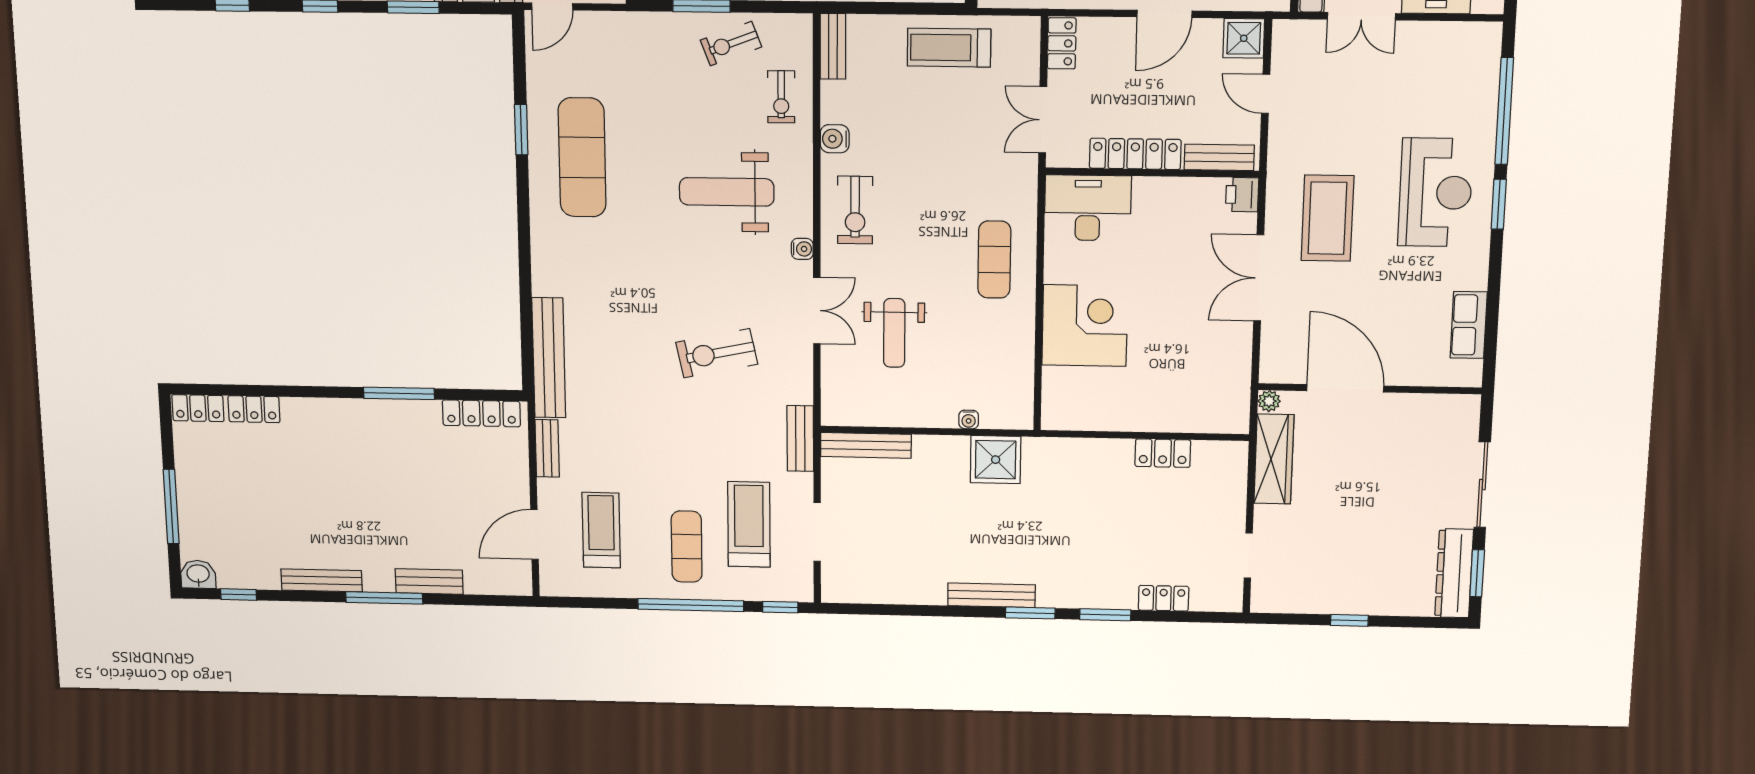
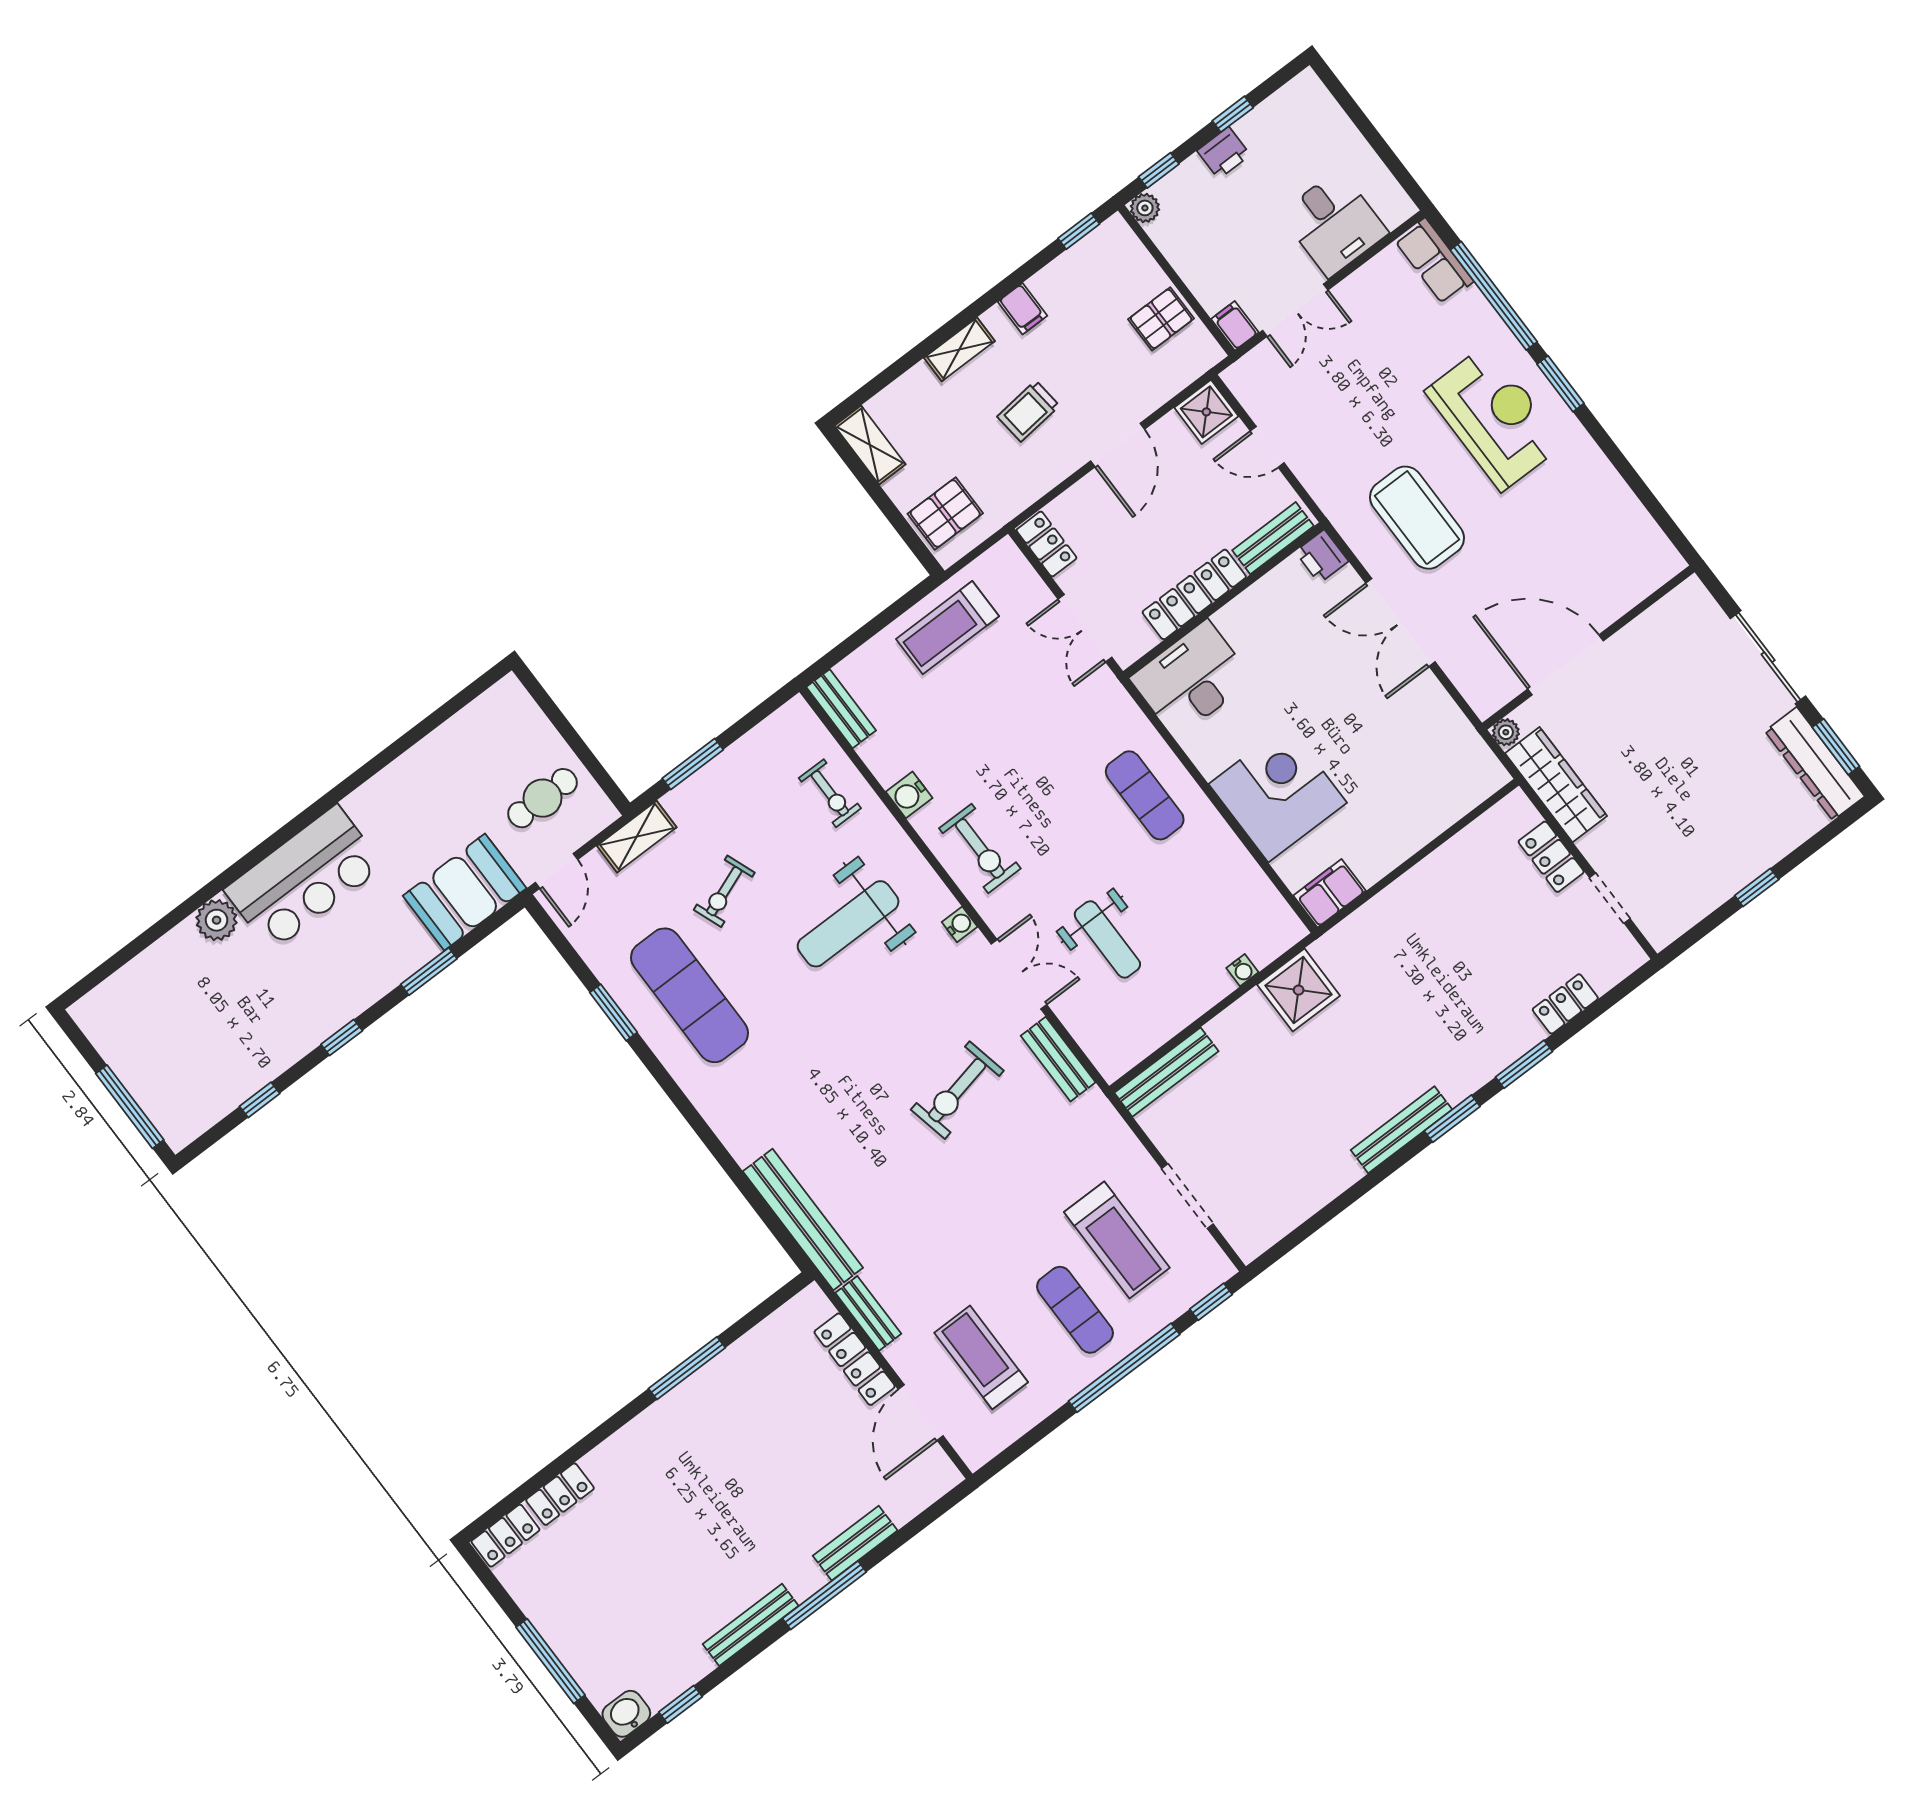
shelving: (626, 25) -> (637, 837), added
exercise bike: (731, 44) -> (724, 891), moved
row of seats: (1469, 325) -> (1434, 261), moved
locker: (481, 413) -> (855, 1359), moved, turned 90
filing cabinet: (1067, 415) -> (1330, 893), added
bench: (800, 438) -> (1058, 1059), moved
locker: (1163, 453) -> (1551, 857), moved, turned 90
treadmill: (749, 524) -> (1117, 1240), turned 180

